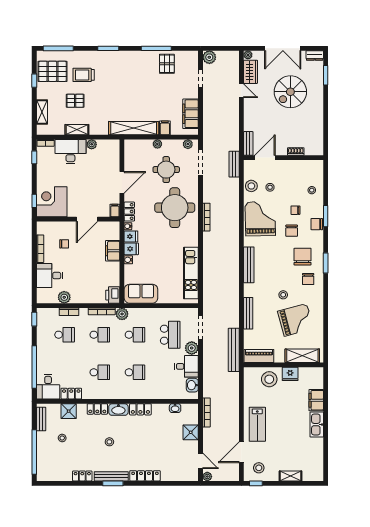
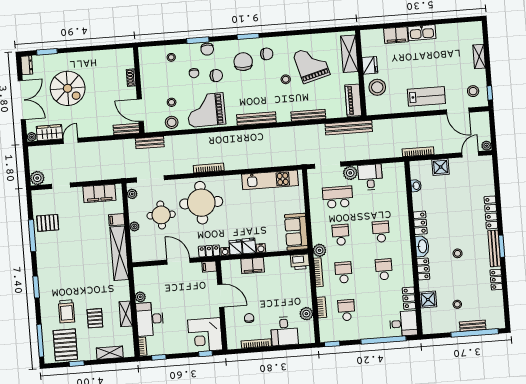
chair: (303, 257) -> (243, 62), turned 91
washbasin: (192, 385) -> (390, 169), removed
bench: (41, 419) -> (473, 326), moved

